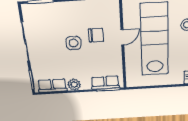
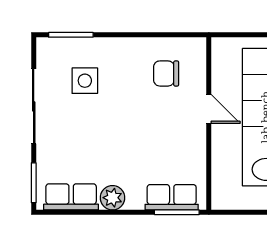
chair: (96, 35) -> (166, 73), moved, turned 180
door: (122, 37) -> (209, 109), hinge flipped
side table: (74, 43) -> (85, 81), moved

